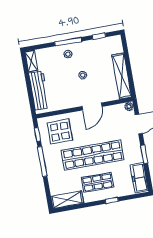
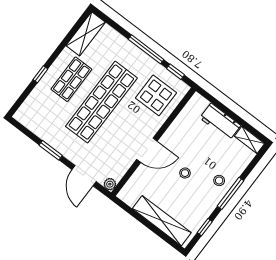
shelving: (122, 76) -> (162, 221), moved
workbench: (39, 90) -> (220, 122), width x0.73
door: (92, 106) -> (147, 150), swing flipped
freezer: (139, 178) -> (34, 122), removed

